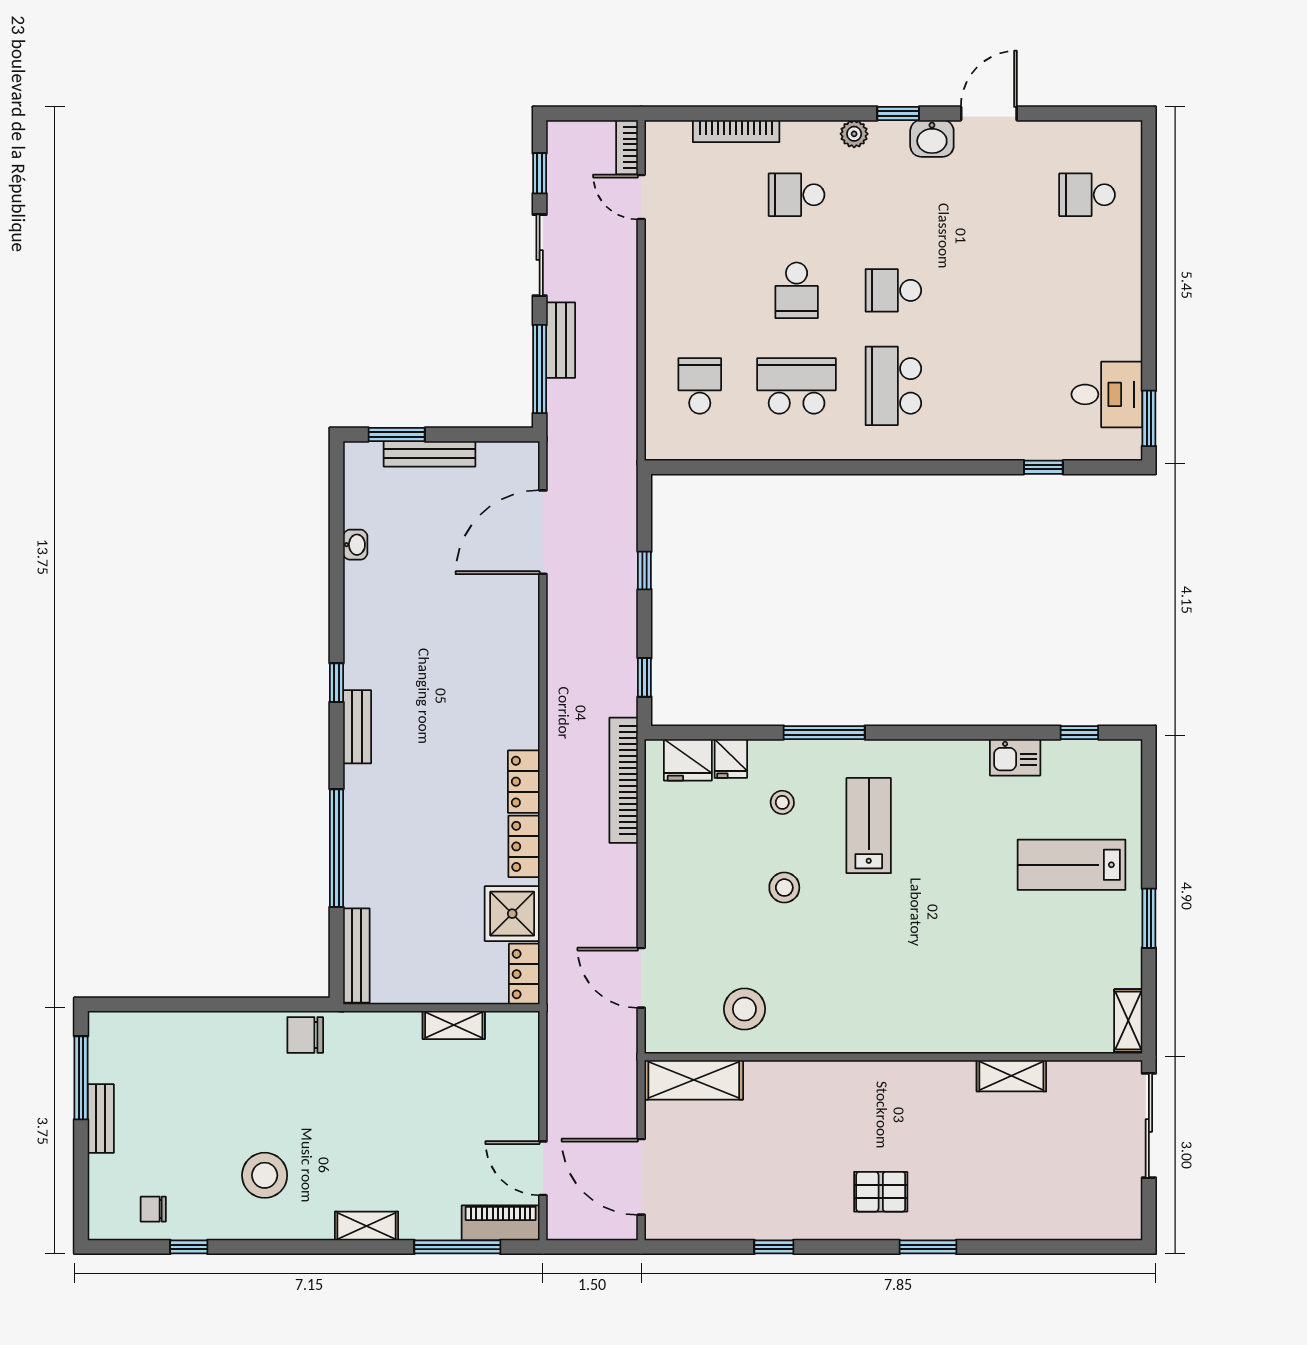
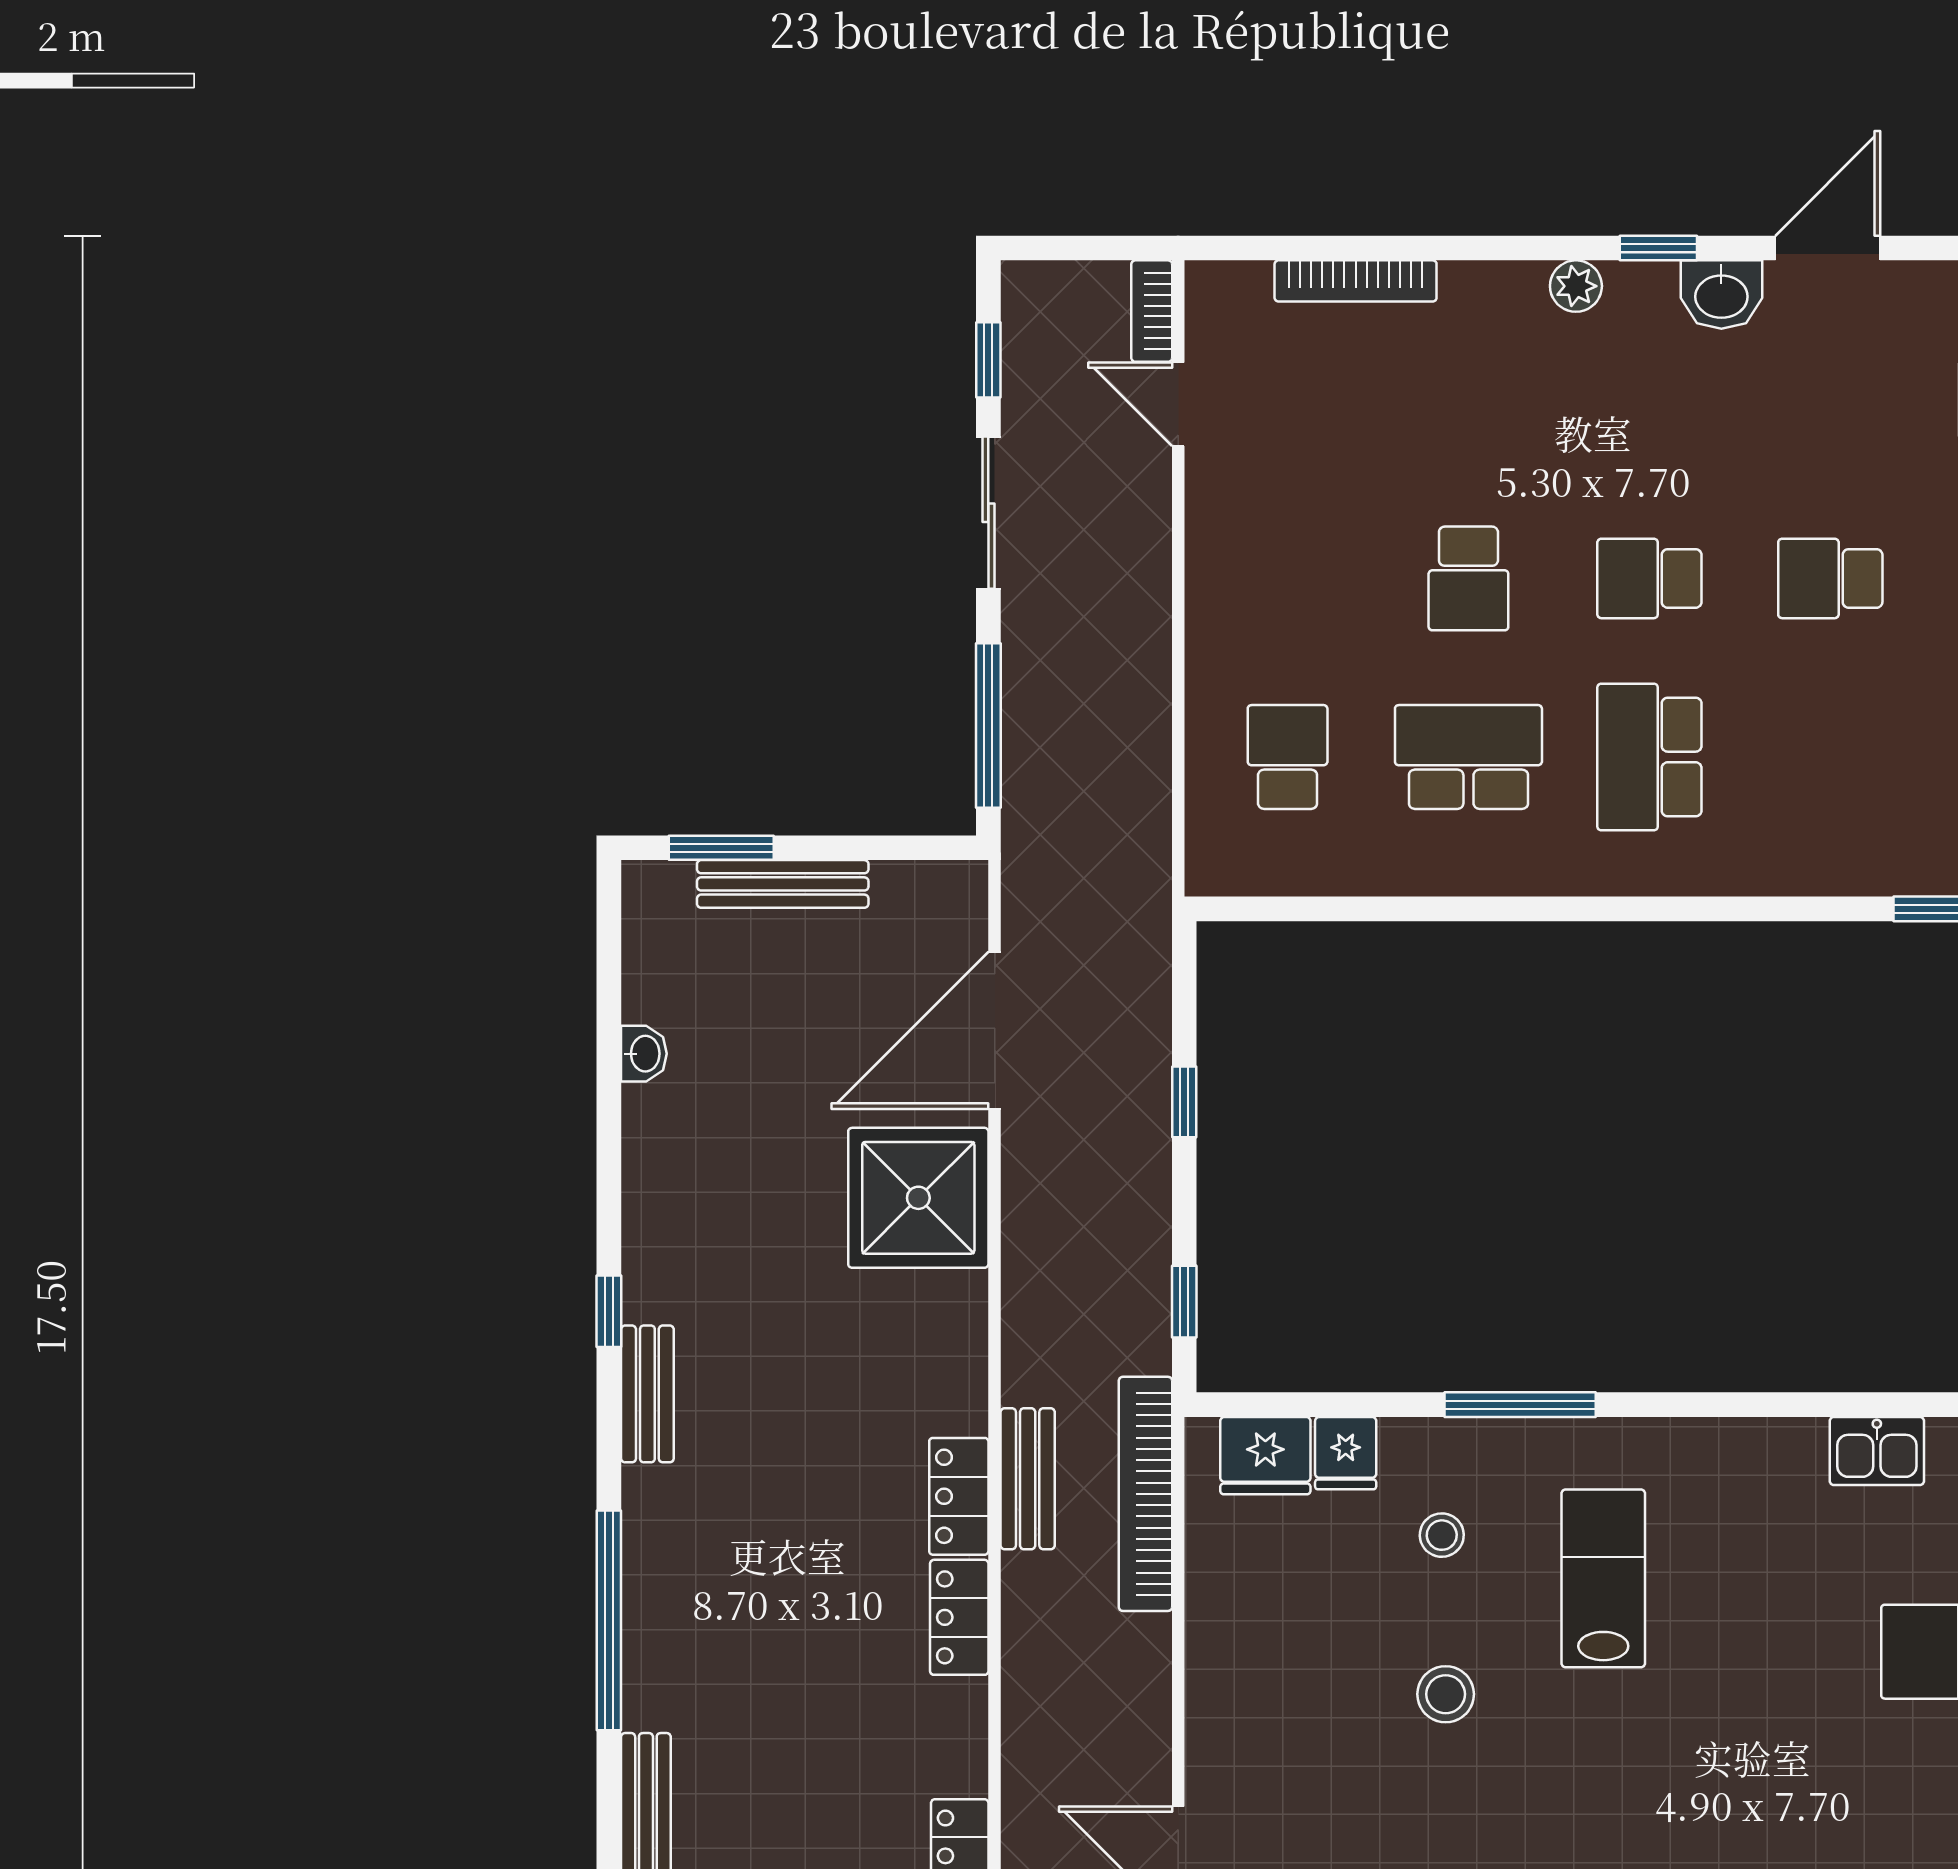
school desk: (797, 195) -> (1830, 578), moved
bench: (561, 340) -> (1028, 1479), moved
shower: (512, 914) -> (918, 1198), moved, width x1.37, depth x1.37

